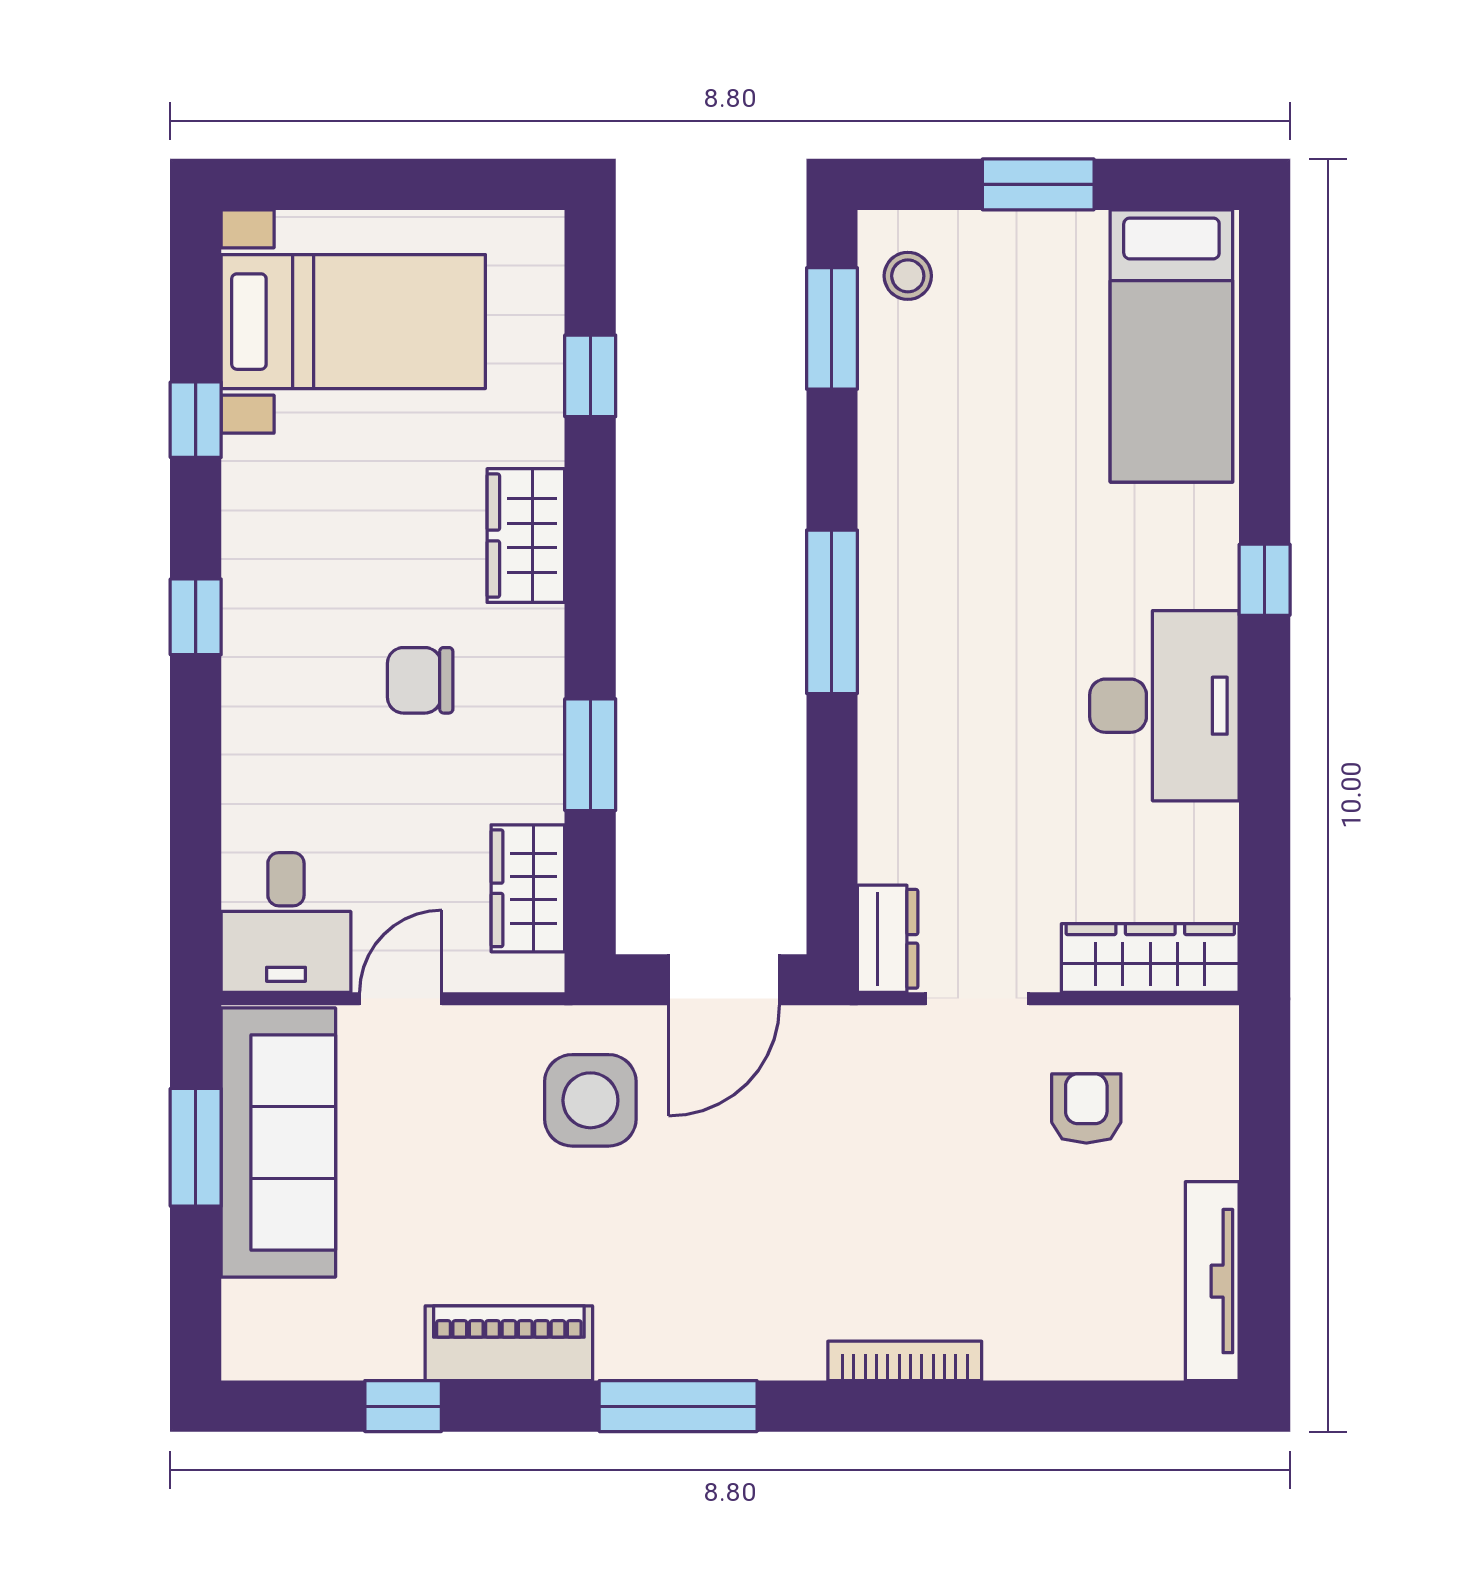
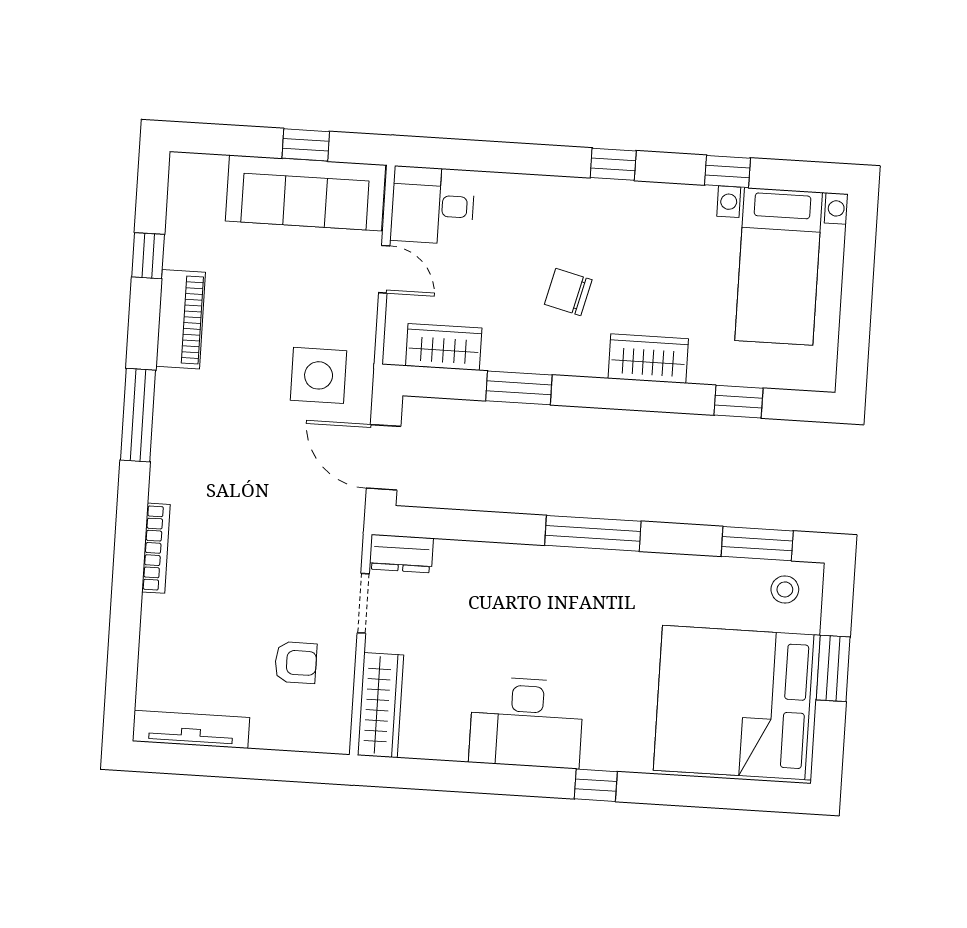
bed: (1171, 346) -> (737, 703), width x2.04
chair: (420, 680) -> (568, 292), turned -76
window: (196, 1147) -> (306, 145), width x0.67

